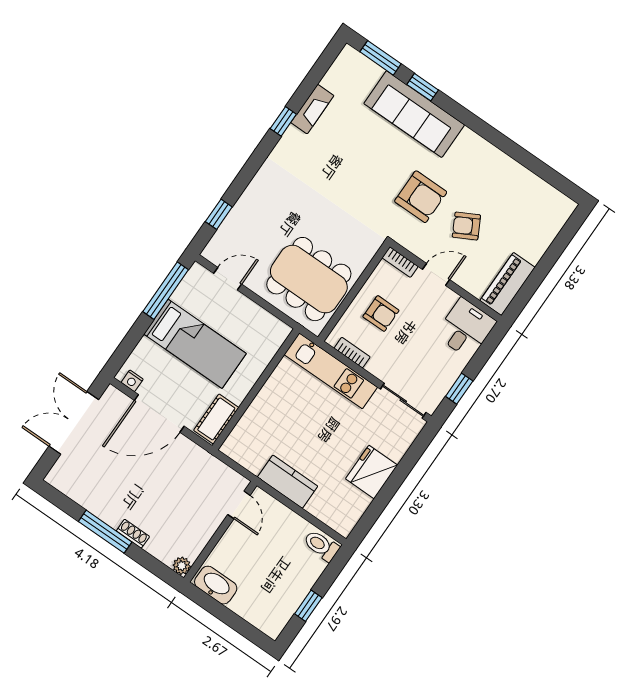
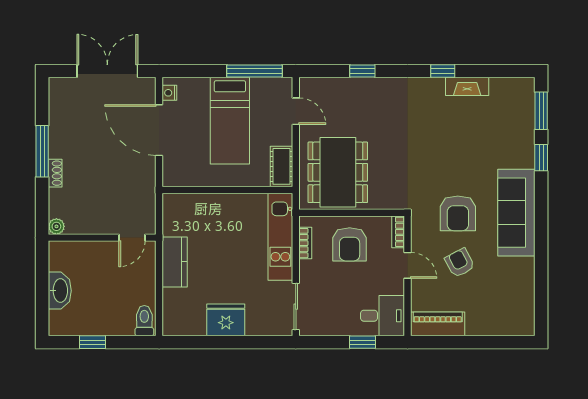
sofa: (414, 114) -> (516, 213), moved
window: (219, 214) -> (362, 71), moved
armchair: (381, 314) -> (350, 244), width x1.38, depth x1.38
window: (459, 389) -> (362, 342), moved
cot: (216, 419) -> (282, 166), moved, turned 90
washbasin: (216, 585) -> (60, 291), moved

